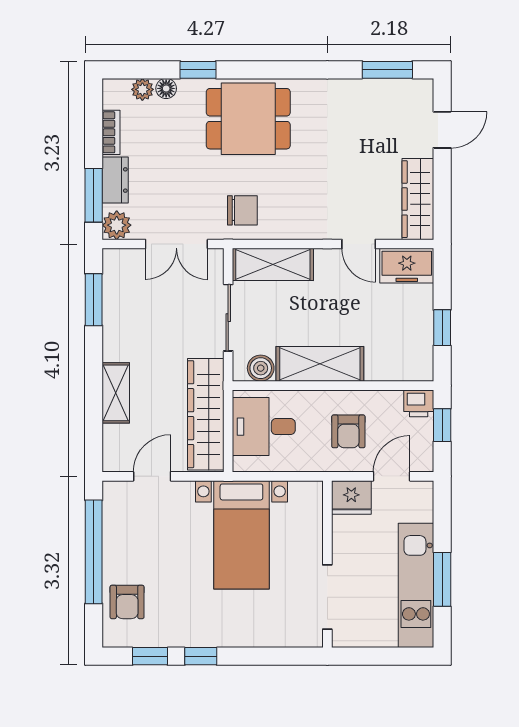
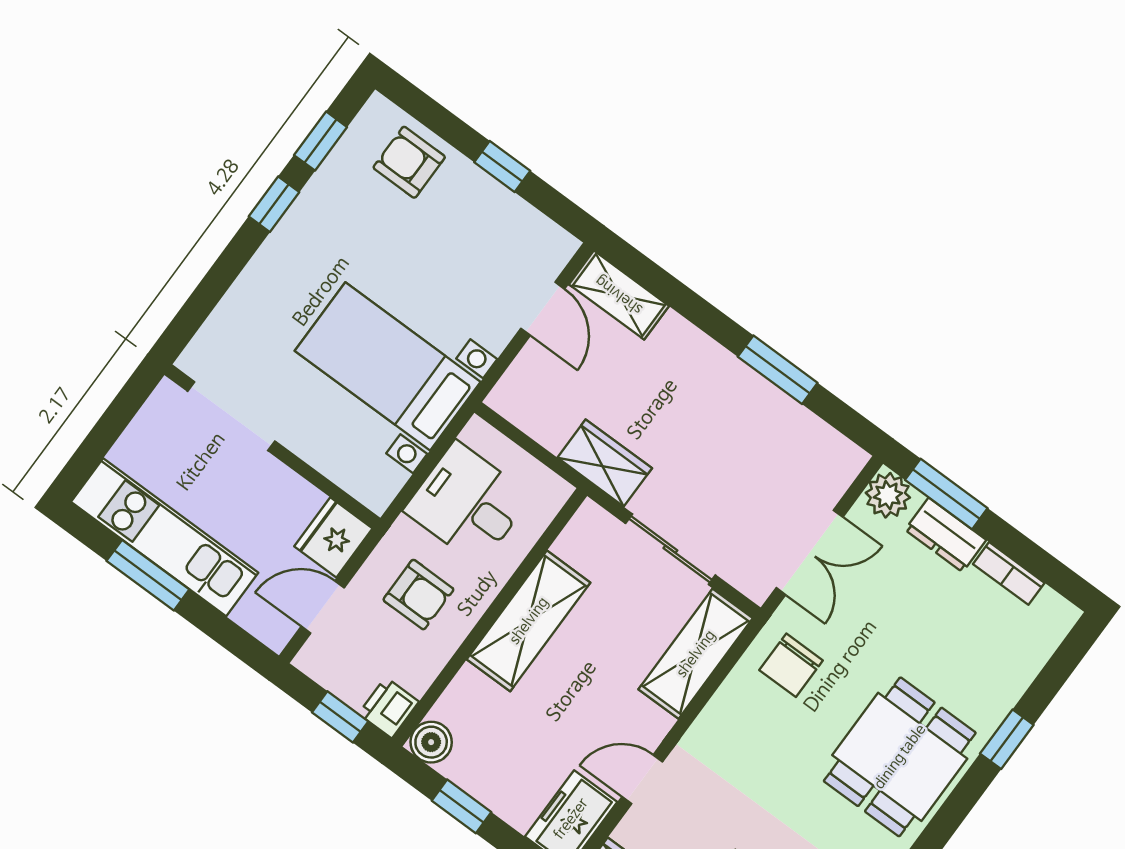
floor lamp: (166, 88) -> (1013, 682), removed
plant: (142, 89) -> (1033, 652), removed
double door: (176, 244) -> (810, 552), swing flipped
window: (94, 300) -> (778, 370), moved
boiler: (261, 368) -> (431, 742), moved
shelving: (116, 393) -> (619, 295), moved
wardrobe: (206, 414) -> (605, 463), width x0.48, depth x0.85
desk: (264, 427) -> (468, 503), moved, turned -90
armchair: (348, 431) -> (418, 595), turned 180
door: (392, 476) -> (323, 607), swing flipped
window: (94, 552) -> (502, 167), width x0.32

